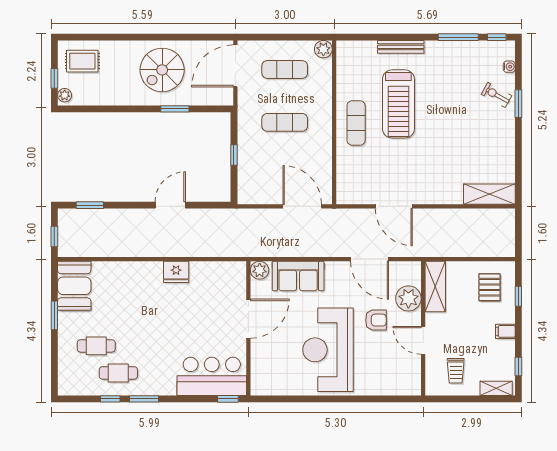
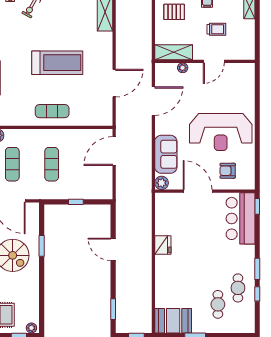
treadmill: (398, 104) -> (57, 63), moved
plant: (408, 298) -> (183, 68), width x0.53, depth x0.53
armchair: (376, 320) -> (228, 171), moved, turned -90
trolley: (456, 371) -> (216, 29), moved

